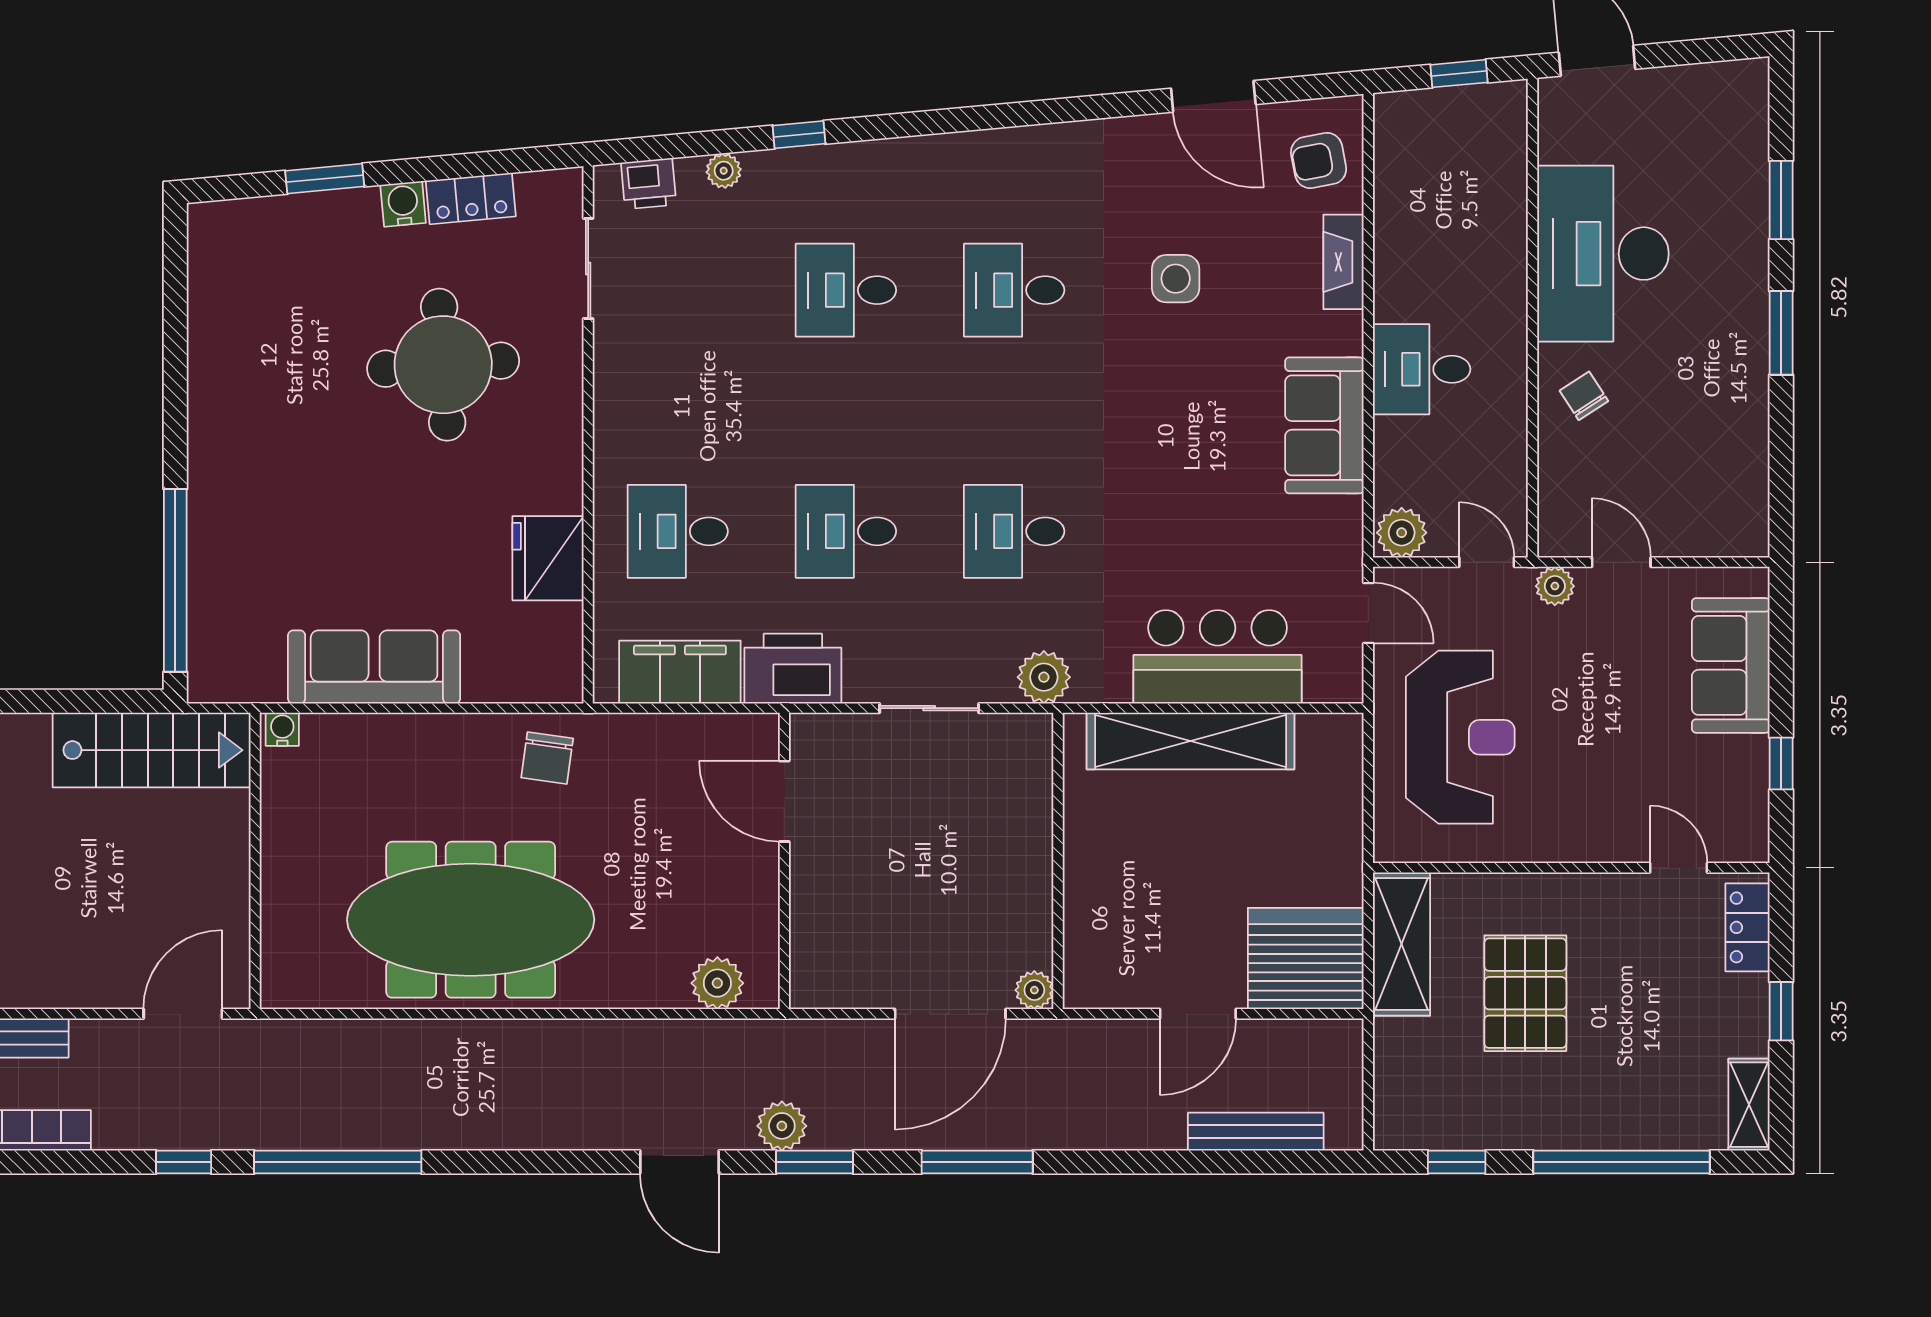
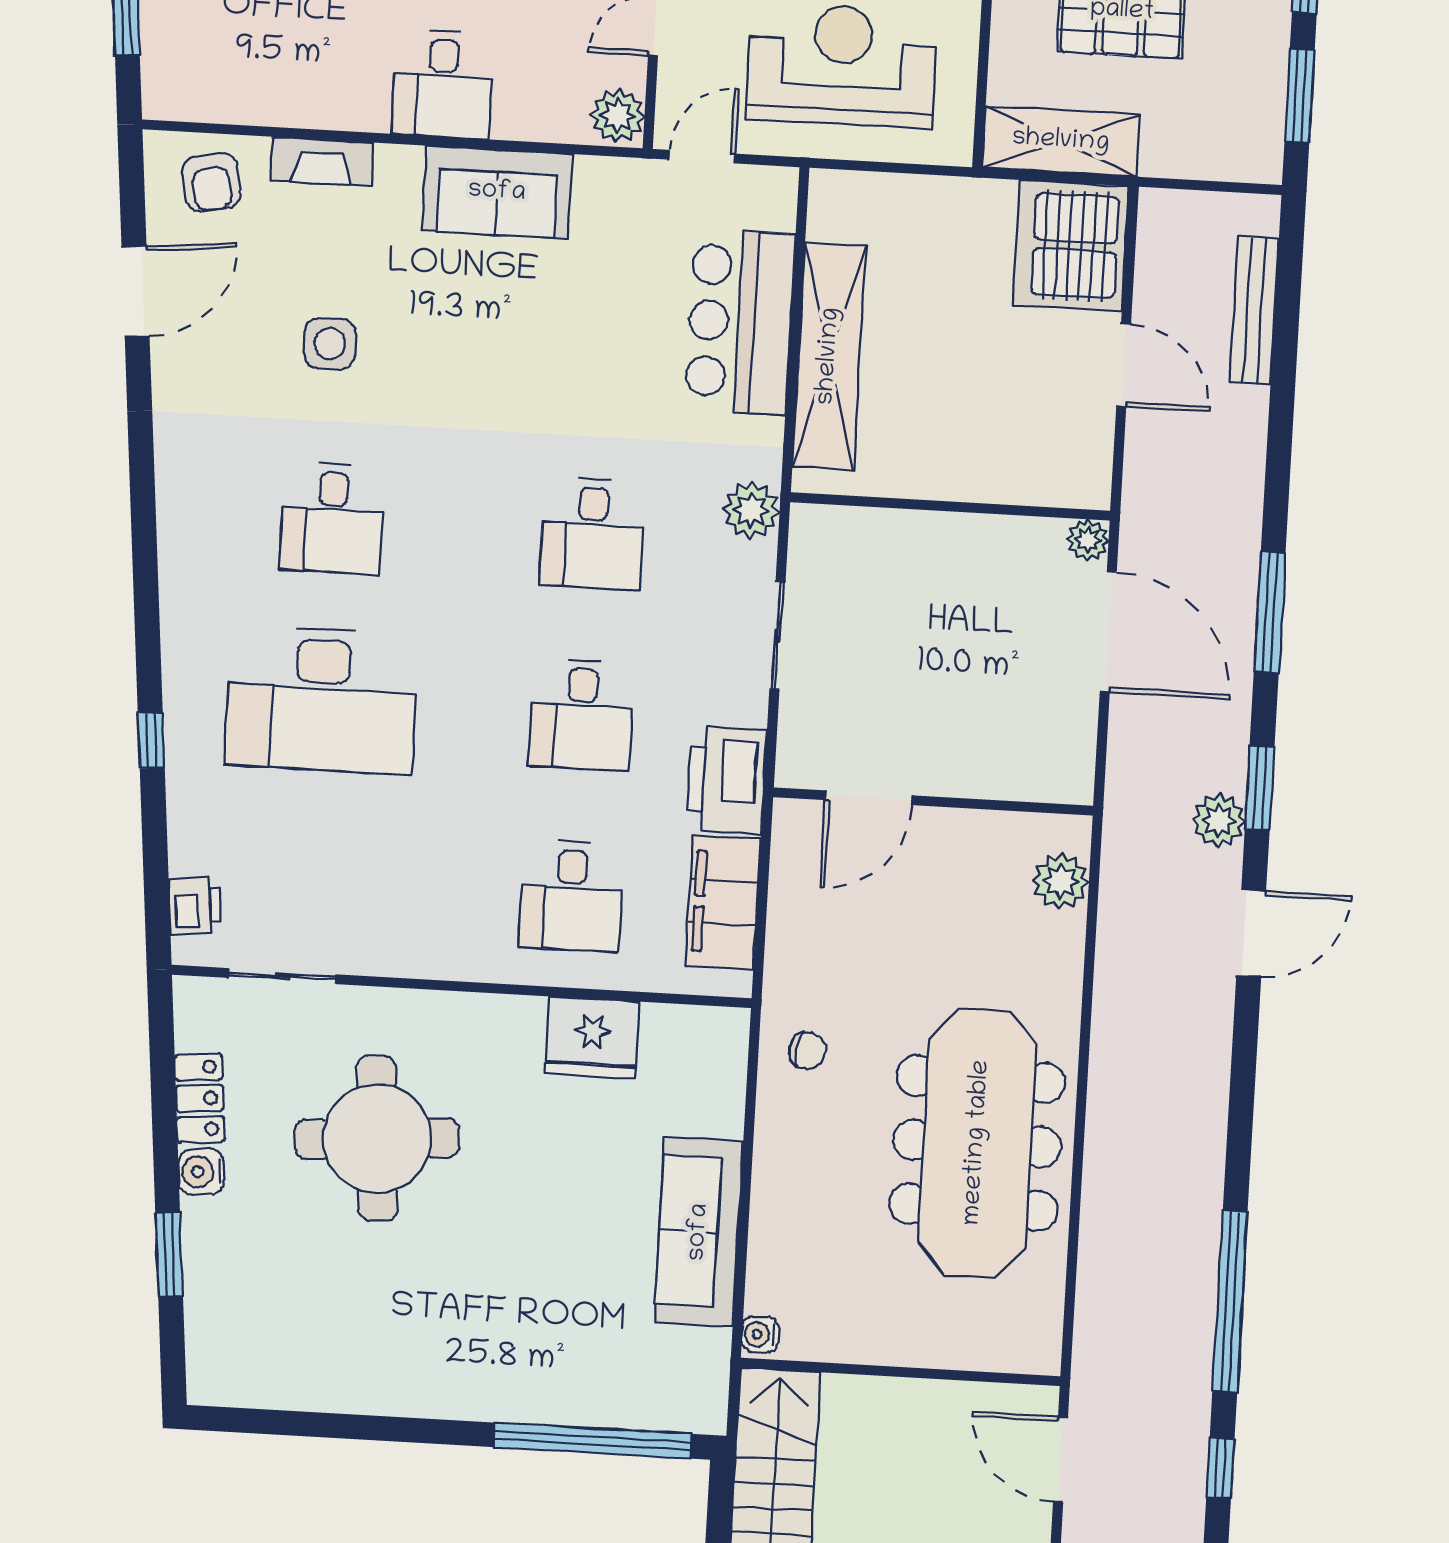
plant: (724, 171) -> (185, 824), removed
desk: (846, 290) -> (322, 700), width x1.87, depth x1.30
chair: (547, 758) -> (808, 1051), width x0.73, depth x0.73
window: (1457, 1162) -> (1300, 96), width x1.50

